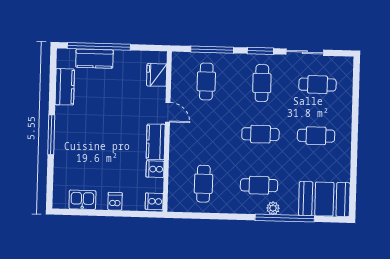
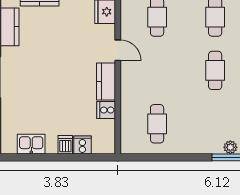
cafe table: (260, 134) -> (215, 70), turned 90
cafe table: (259, 185) -> (215, 124), removed
cooker: (154, 201) -> (82, 145), moved, turned 90

